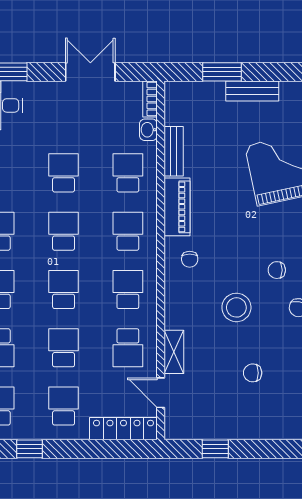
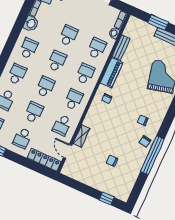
stool: (236, 307) -> (118, 129), removed
school desk: (64, 406) -> (22, 138), turned 180
window: (215, 449) -> (107, 199), moved

